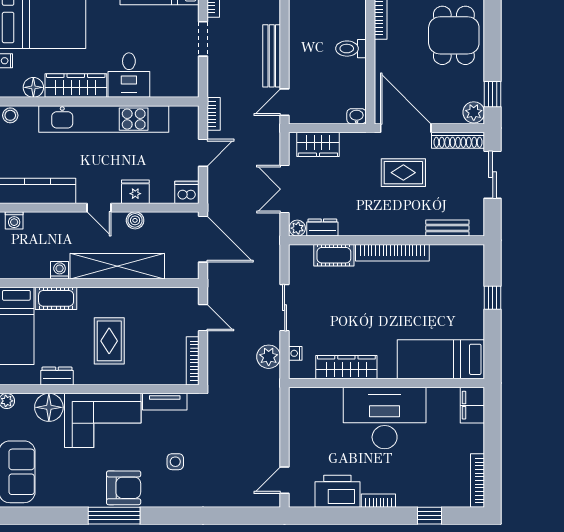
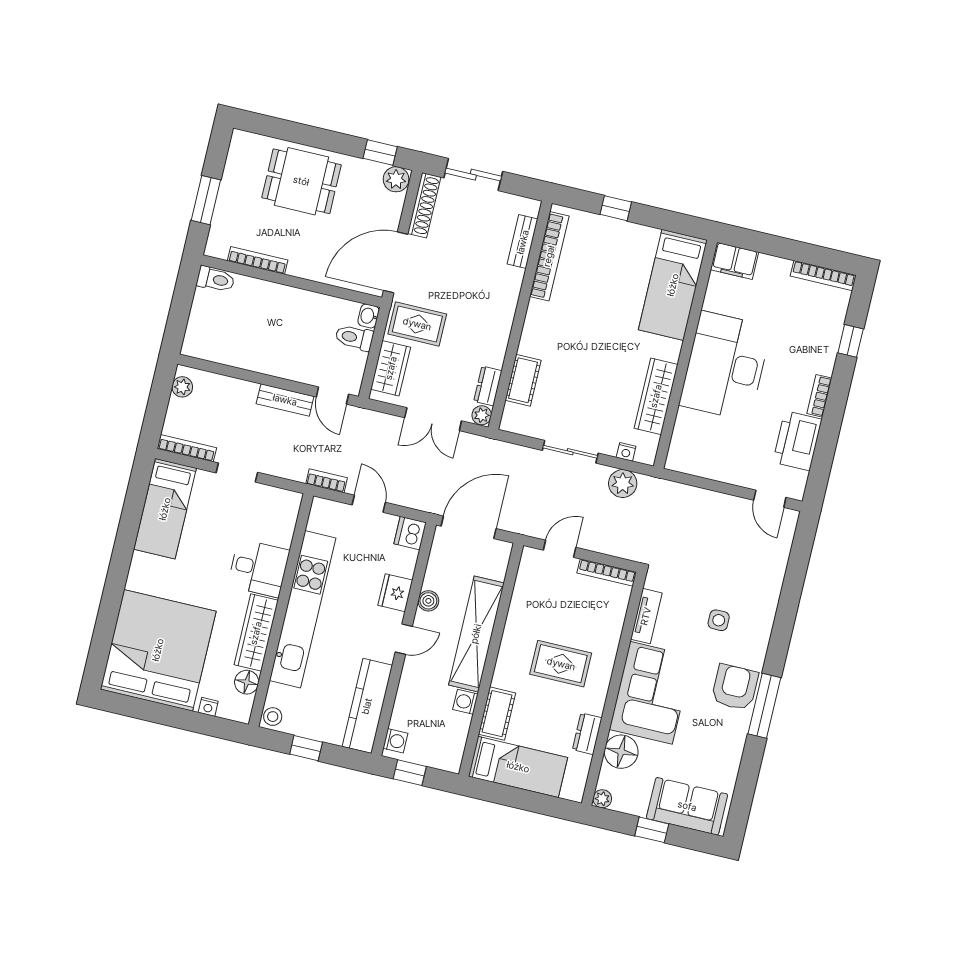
toilet: (351, 49) -> (354, 338), moved, turned 90
bench: (272, 56) -> (285, 400), width x0.73
rug: (403, 173) -> (417, 324), moved, turned 90
bookcase: (392, 253) -> (549, 256), moved

